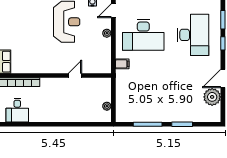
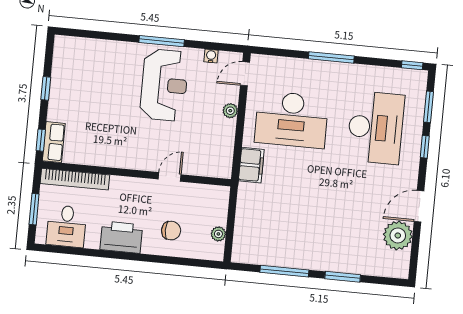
filing cabinet: (122, 64) -> (251, 165), width x2.00
chair: (79, 107) -> (171, 231), added
printer: (50, 114) -> (121, 237), added

